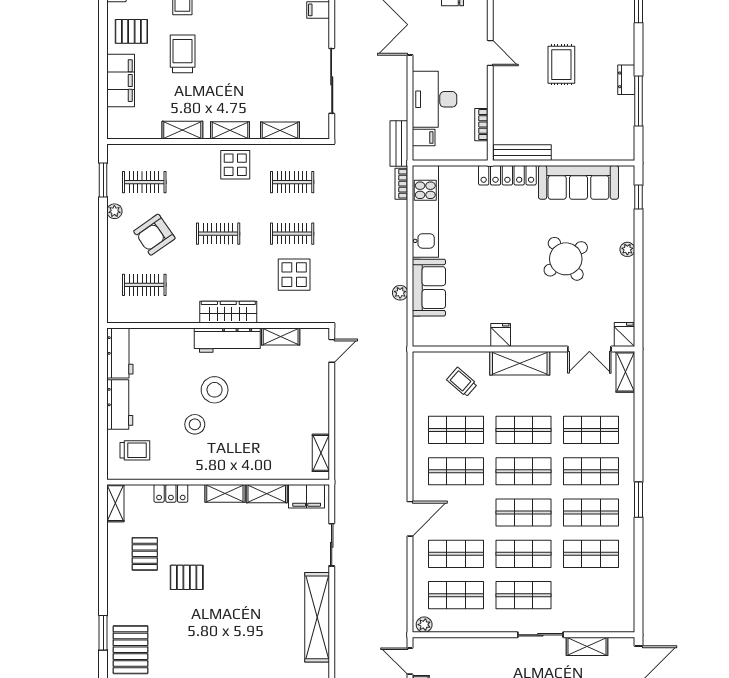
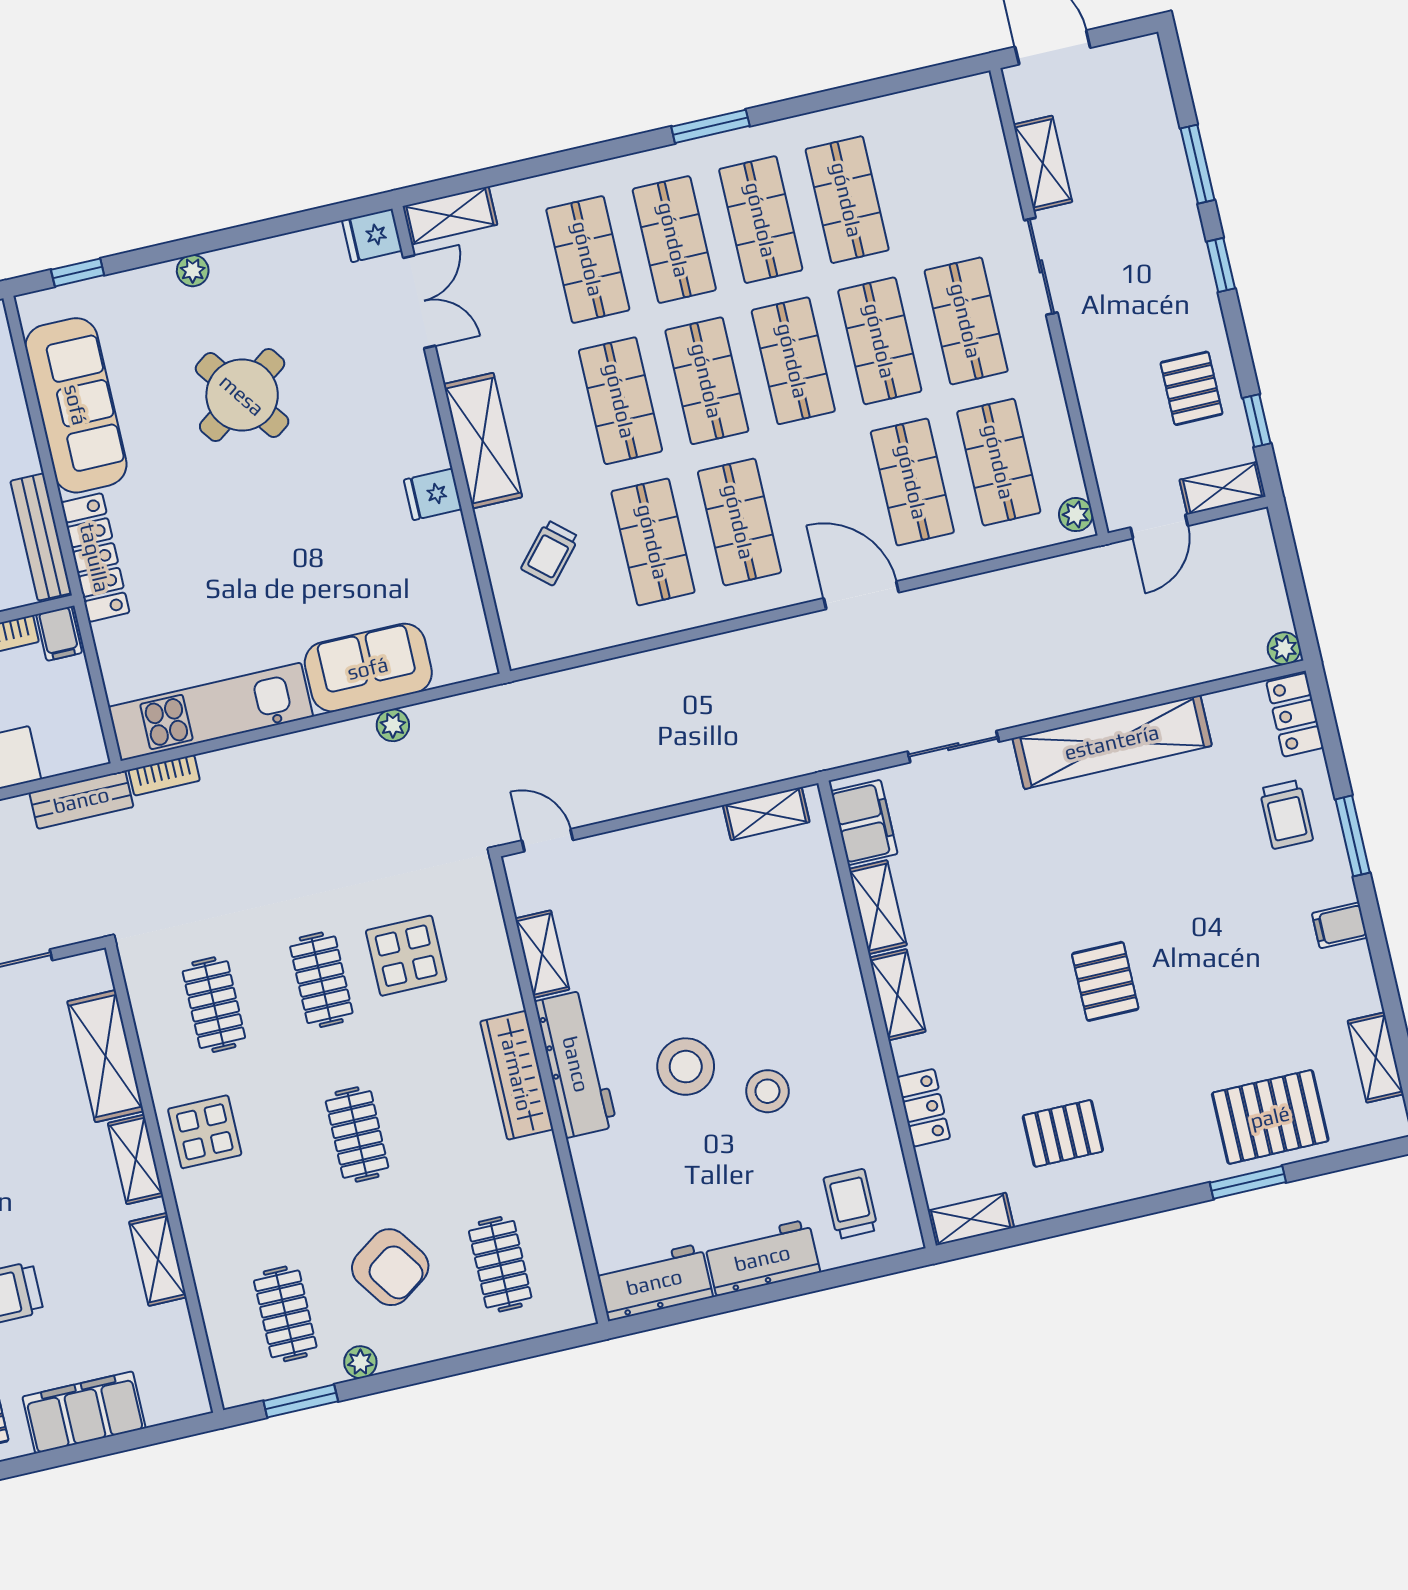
shelving: (280, 130) -> (105, 1056), width x1.50, depth x1.33
filing cabinet: (424, 137) -> (59, 634), moved, turned 180
pallet: (187, 577) -> (1105, 981), moved

